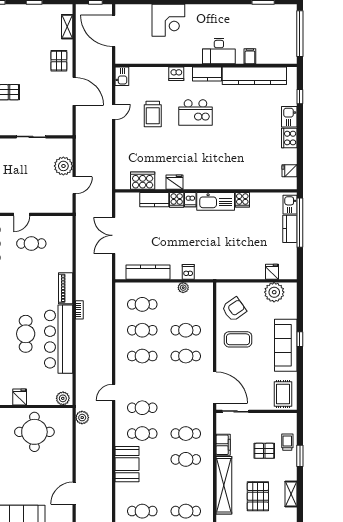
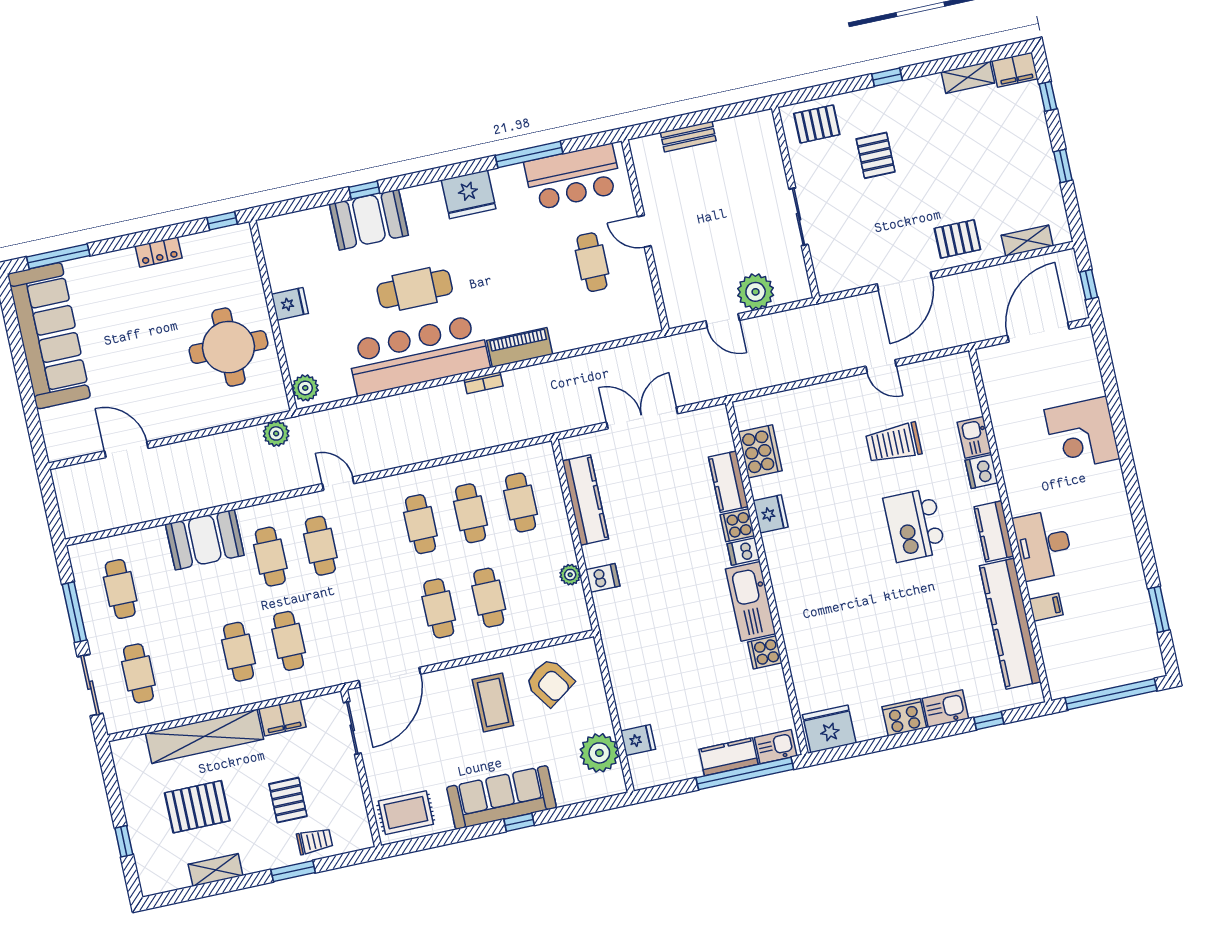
kitchen sink: (122, 76) -> (974, 437), moved, turned 90
fridge: (289, 171) -> (829, 729), width x1.88, depth x1.34

